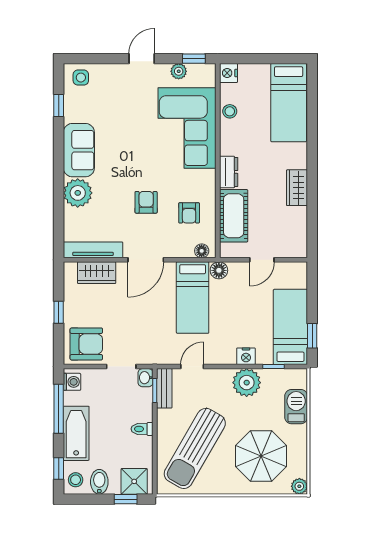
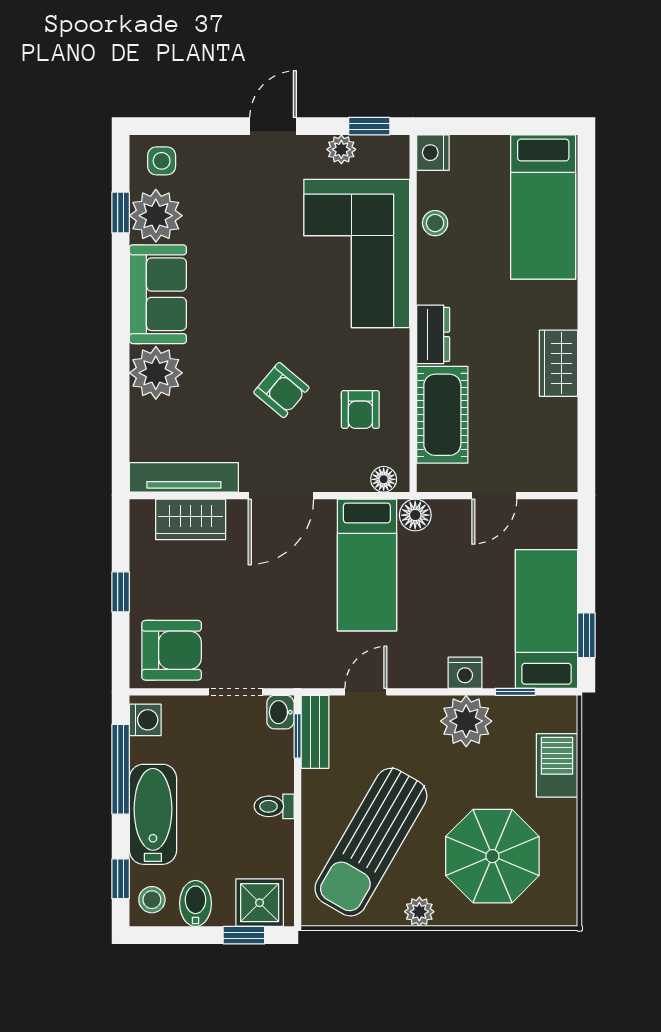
plant: (78, 107) -> (156, 216), added
armchair: (146, 202) -> (281, 390), turned 130
plant: (299, 486) -> (419, 912), moved

